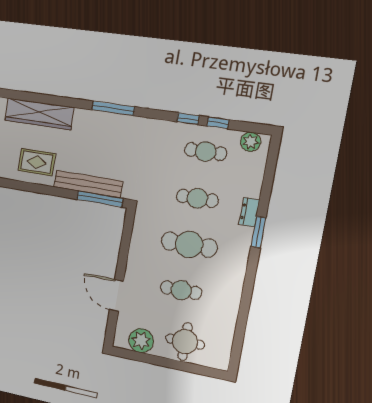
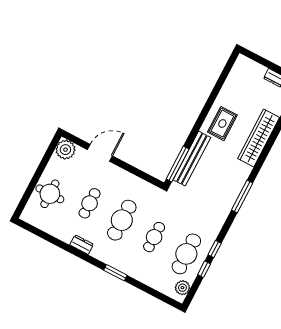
cafe table: (206, 152) -> (186, 254), width x1.37, depth x1.35
dresser: (249, 212) -> (82, 245), moved
plant: (141, 341) -> (65, 150), moved

